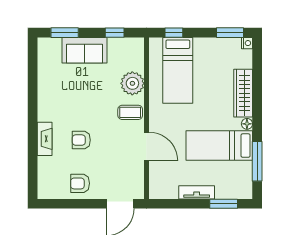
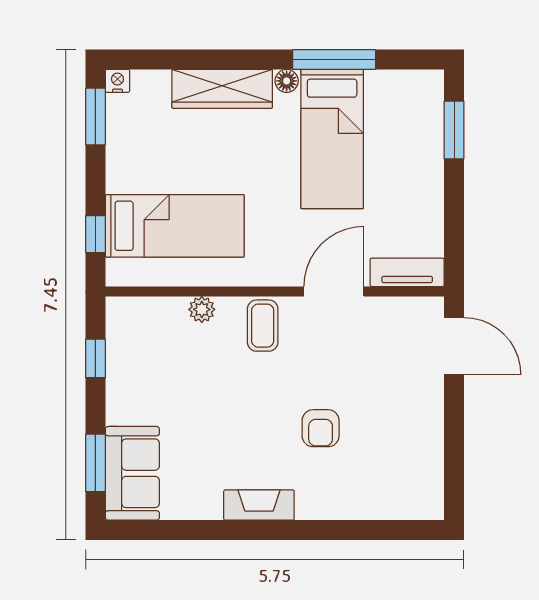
sofa: (85, 50) -> (132, 473), moved
plant: (132, 83) -> (202, 309), width x0.53, depth x0.53
fireplace: (45, 139) -> (259, 505), moved
window: (257, 161) -> (334, 60), moved
armchair: (80, 183) -> (412, 431), removed
tv unit: (197, 192) -> (407, 272), moved, turned 90

